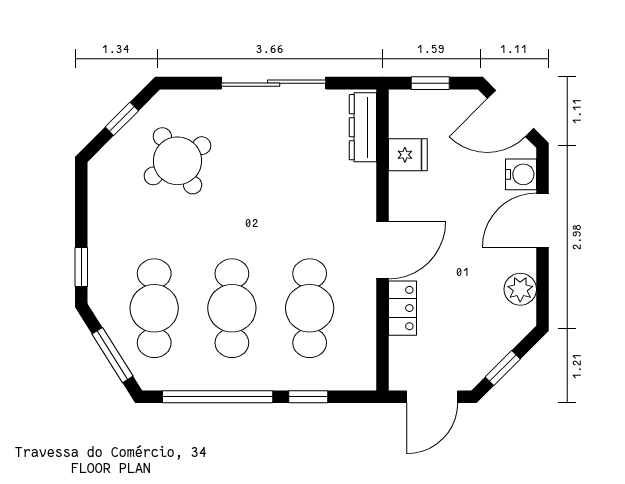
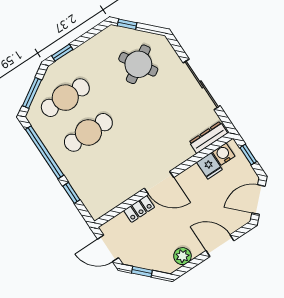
door: (511, 113) -> (258, 200), hinge flipped
window: (122, 119) -> (127, 24), moved
water cooler: (521, 174) -> (224, 154), moved, turned 180
cafe table: (310, 308) -> (111, 167), removed

